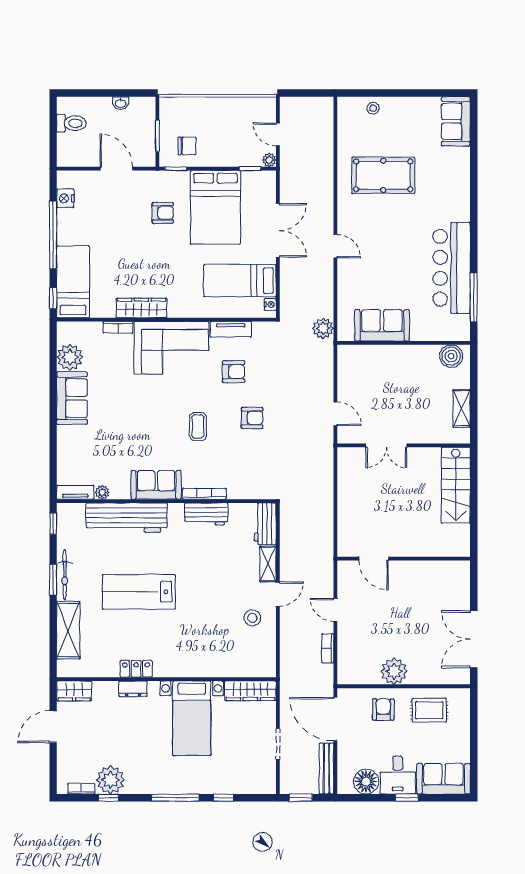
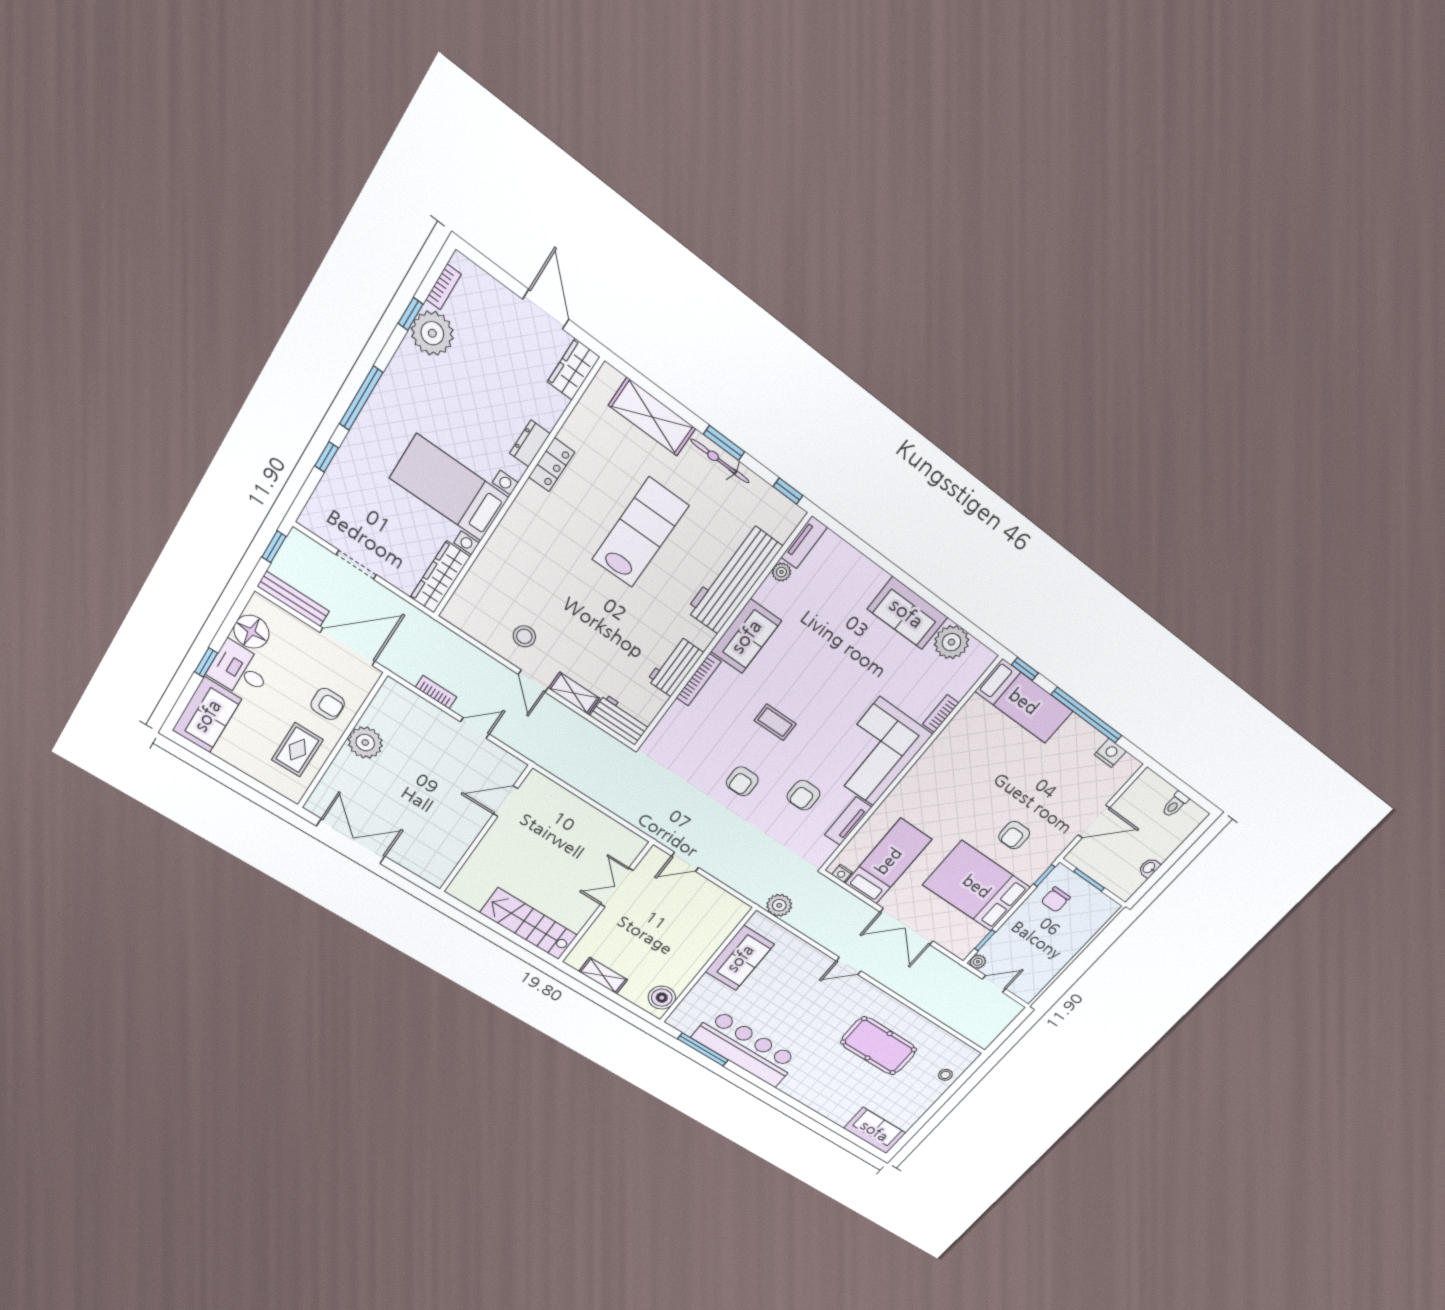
toilet: (71, 123) -> (1175, 804), width x0.73, depth x0.72
pool table: (383, 175) -> (879, 1046), turned 90
wardrobe: (141, 308) -> (940, 750), removed

